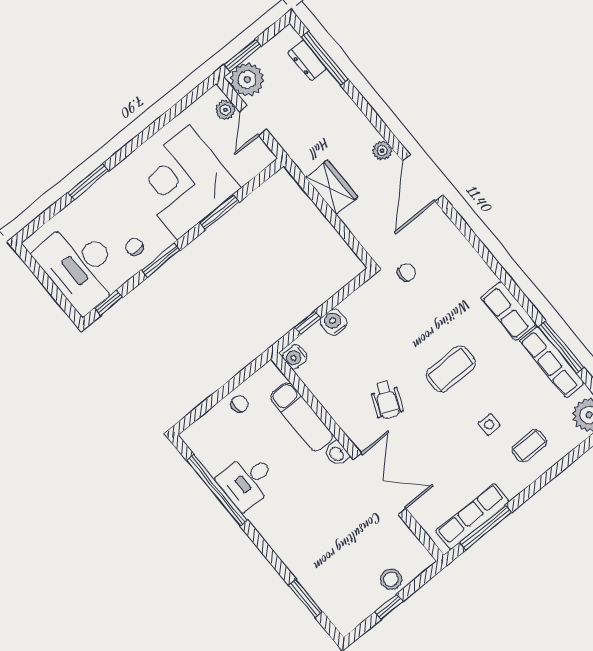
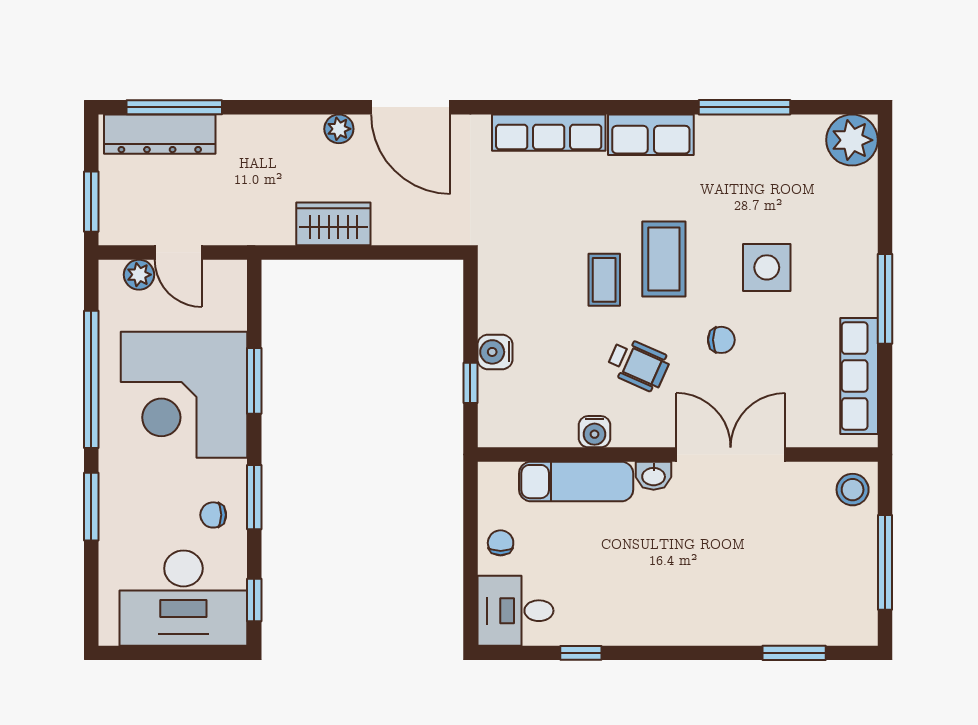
dresser: (307, 60) -> (160, 134), width x1.96, depth x1.24
plant: (247, 79) -> (124, 220), removed
window: (153, 129) -> (91, 379), added
chair: (406, 273) -> (721, 340), moved, turned 90
water cooler: (295, 357) -> (594, 432), moved
row of seats: (552, 362) -> (549, 133), moved
side table: (489, 425) -> (767, 267), width x1.87, depth x1.87
coffee table: (529, 446) -> (604, 280), moved
desk: (247, 481) -> (515, 611), moved, turned 90
window: (217, 490) -> (581, 653), width x0.32
window: (485, 528) -> (885, 299), moved
stool: (391, 579) -> (853, 490), moved
window: (389, 607) -> (885, 562), width x2.17

